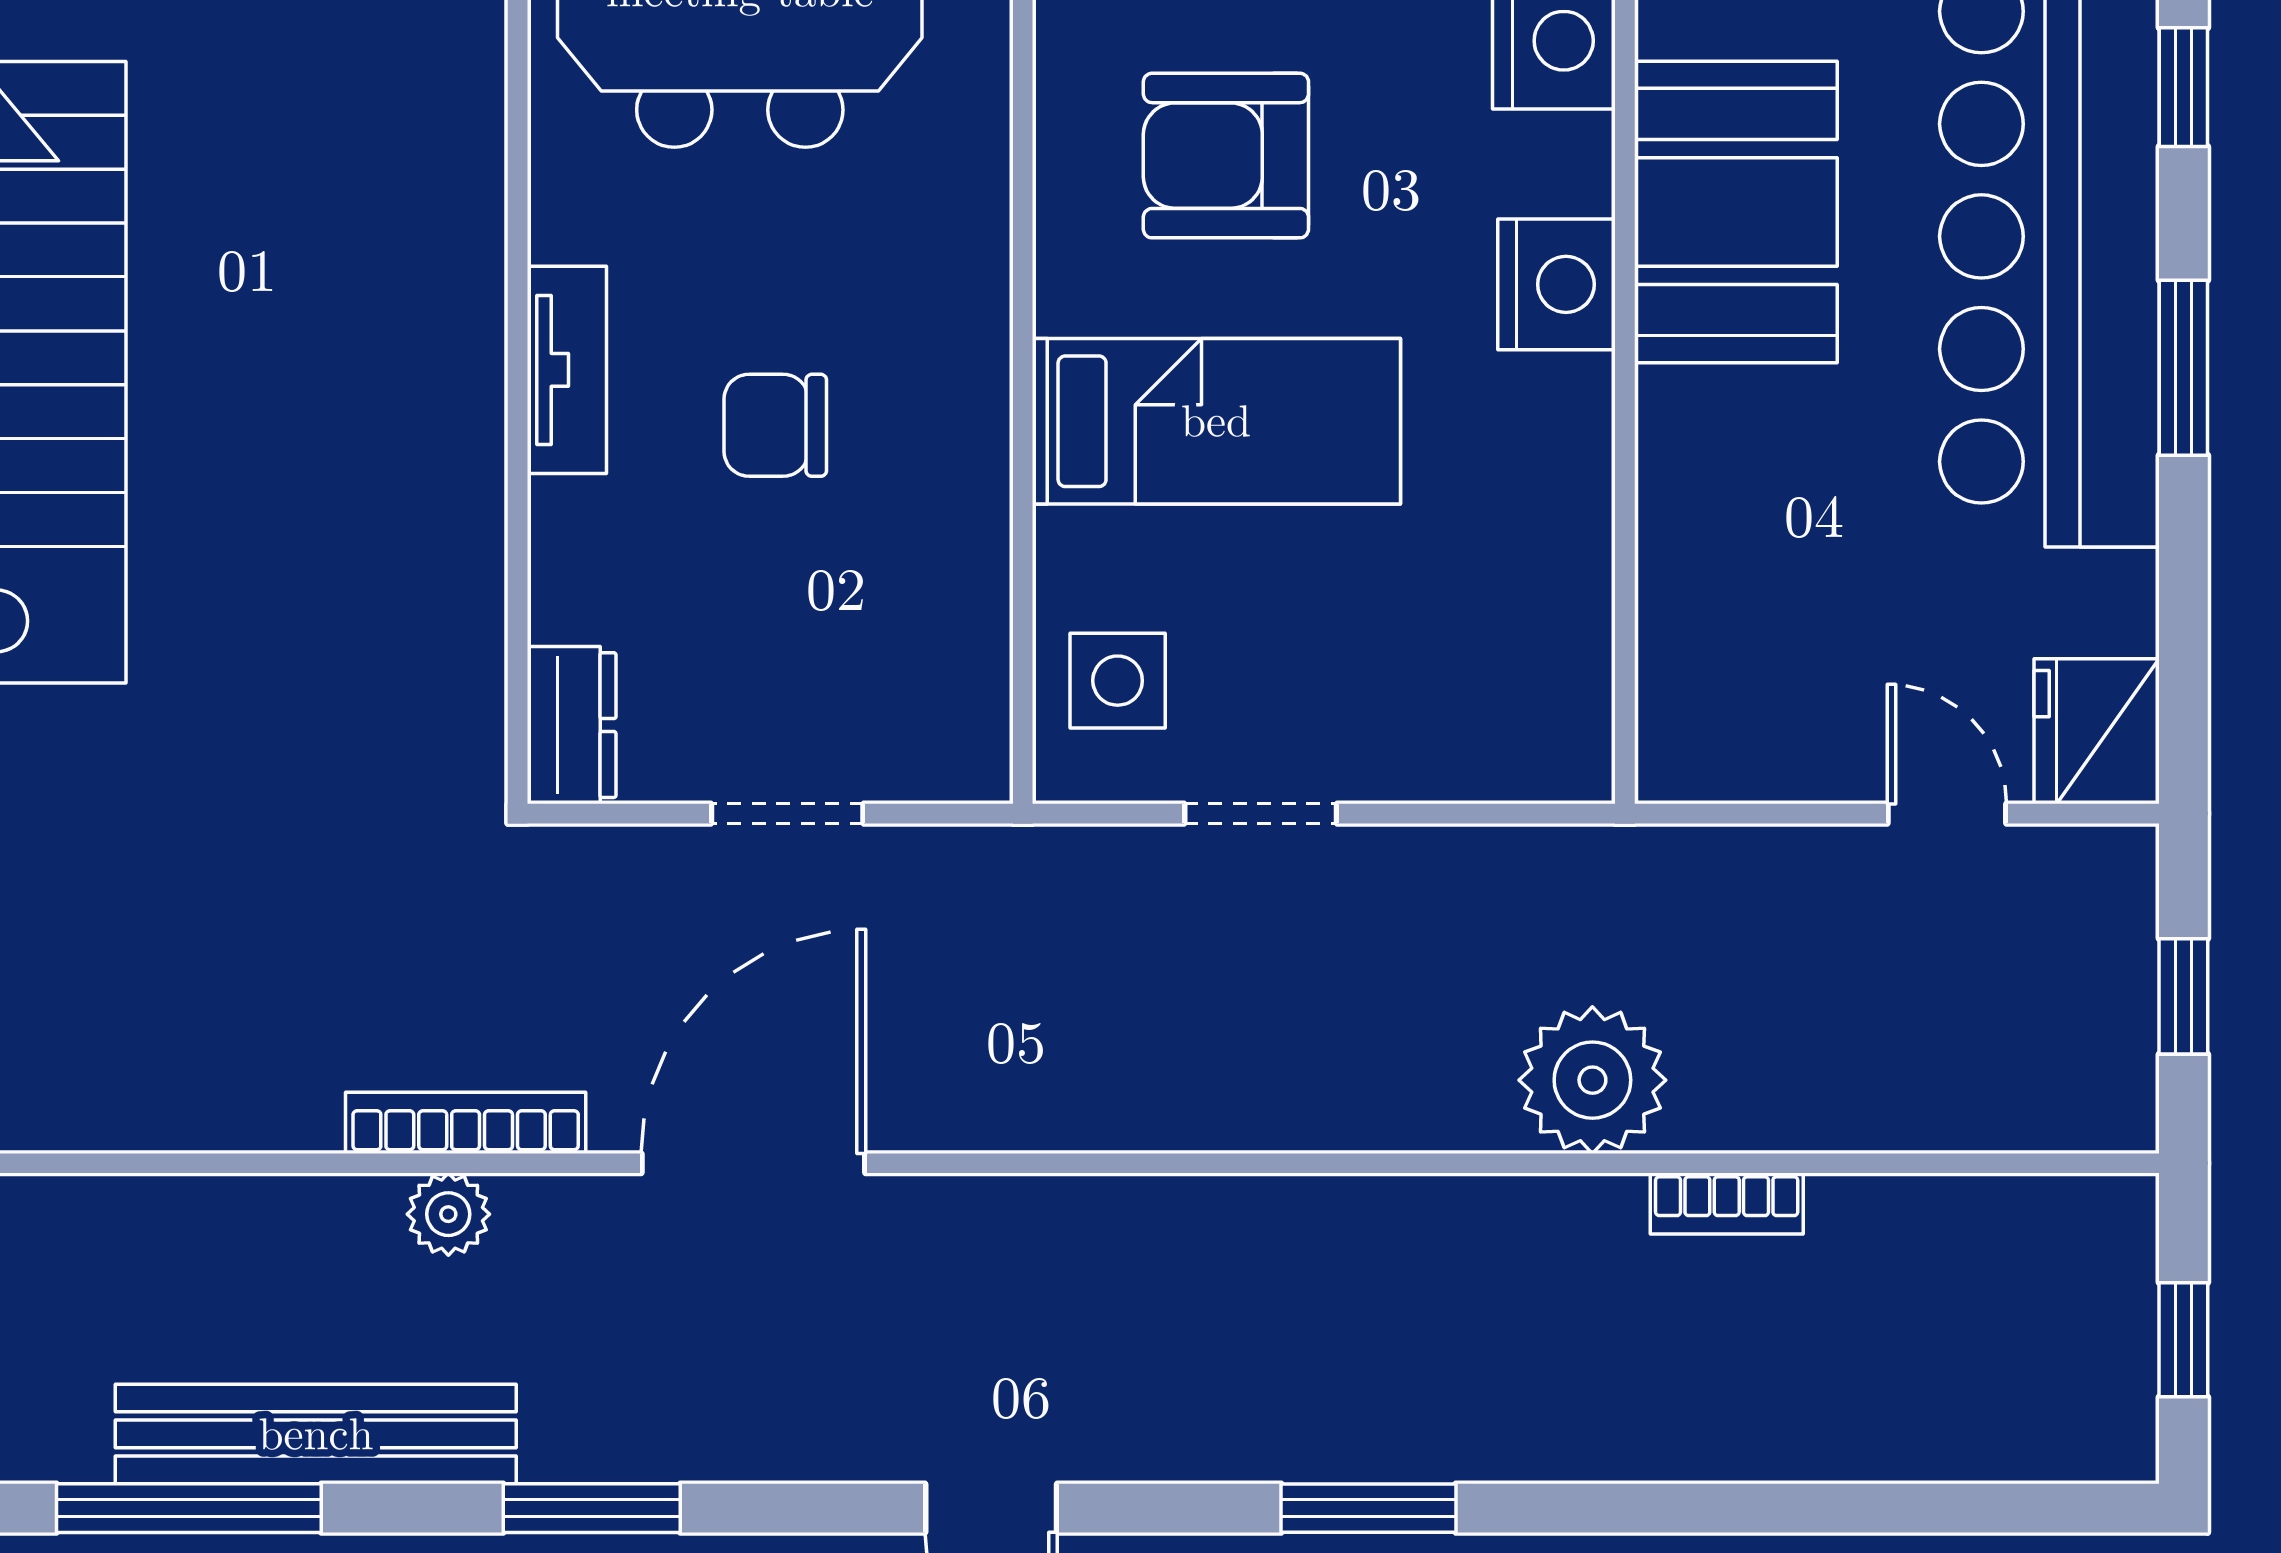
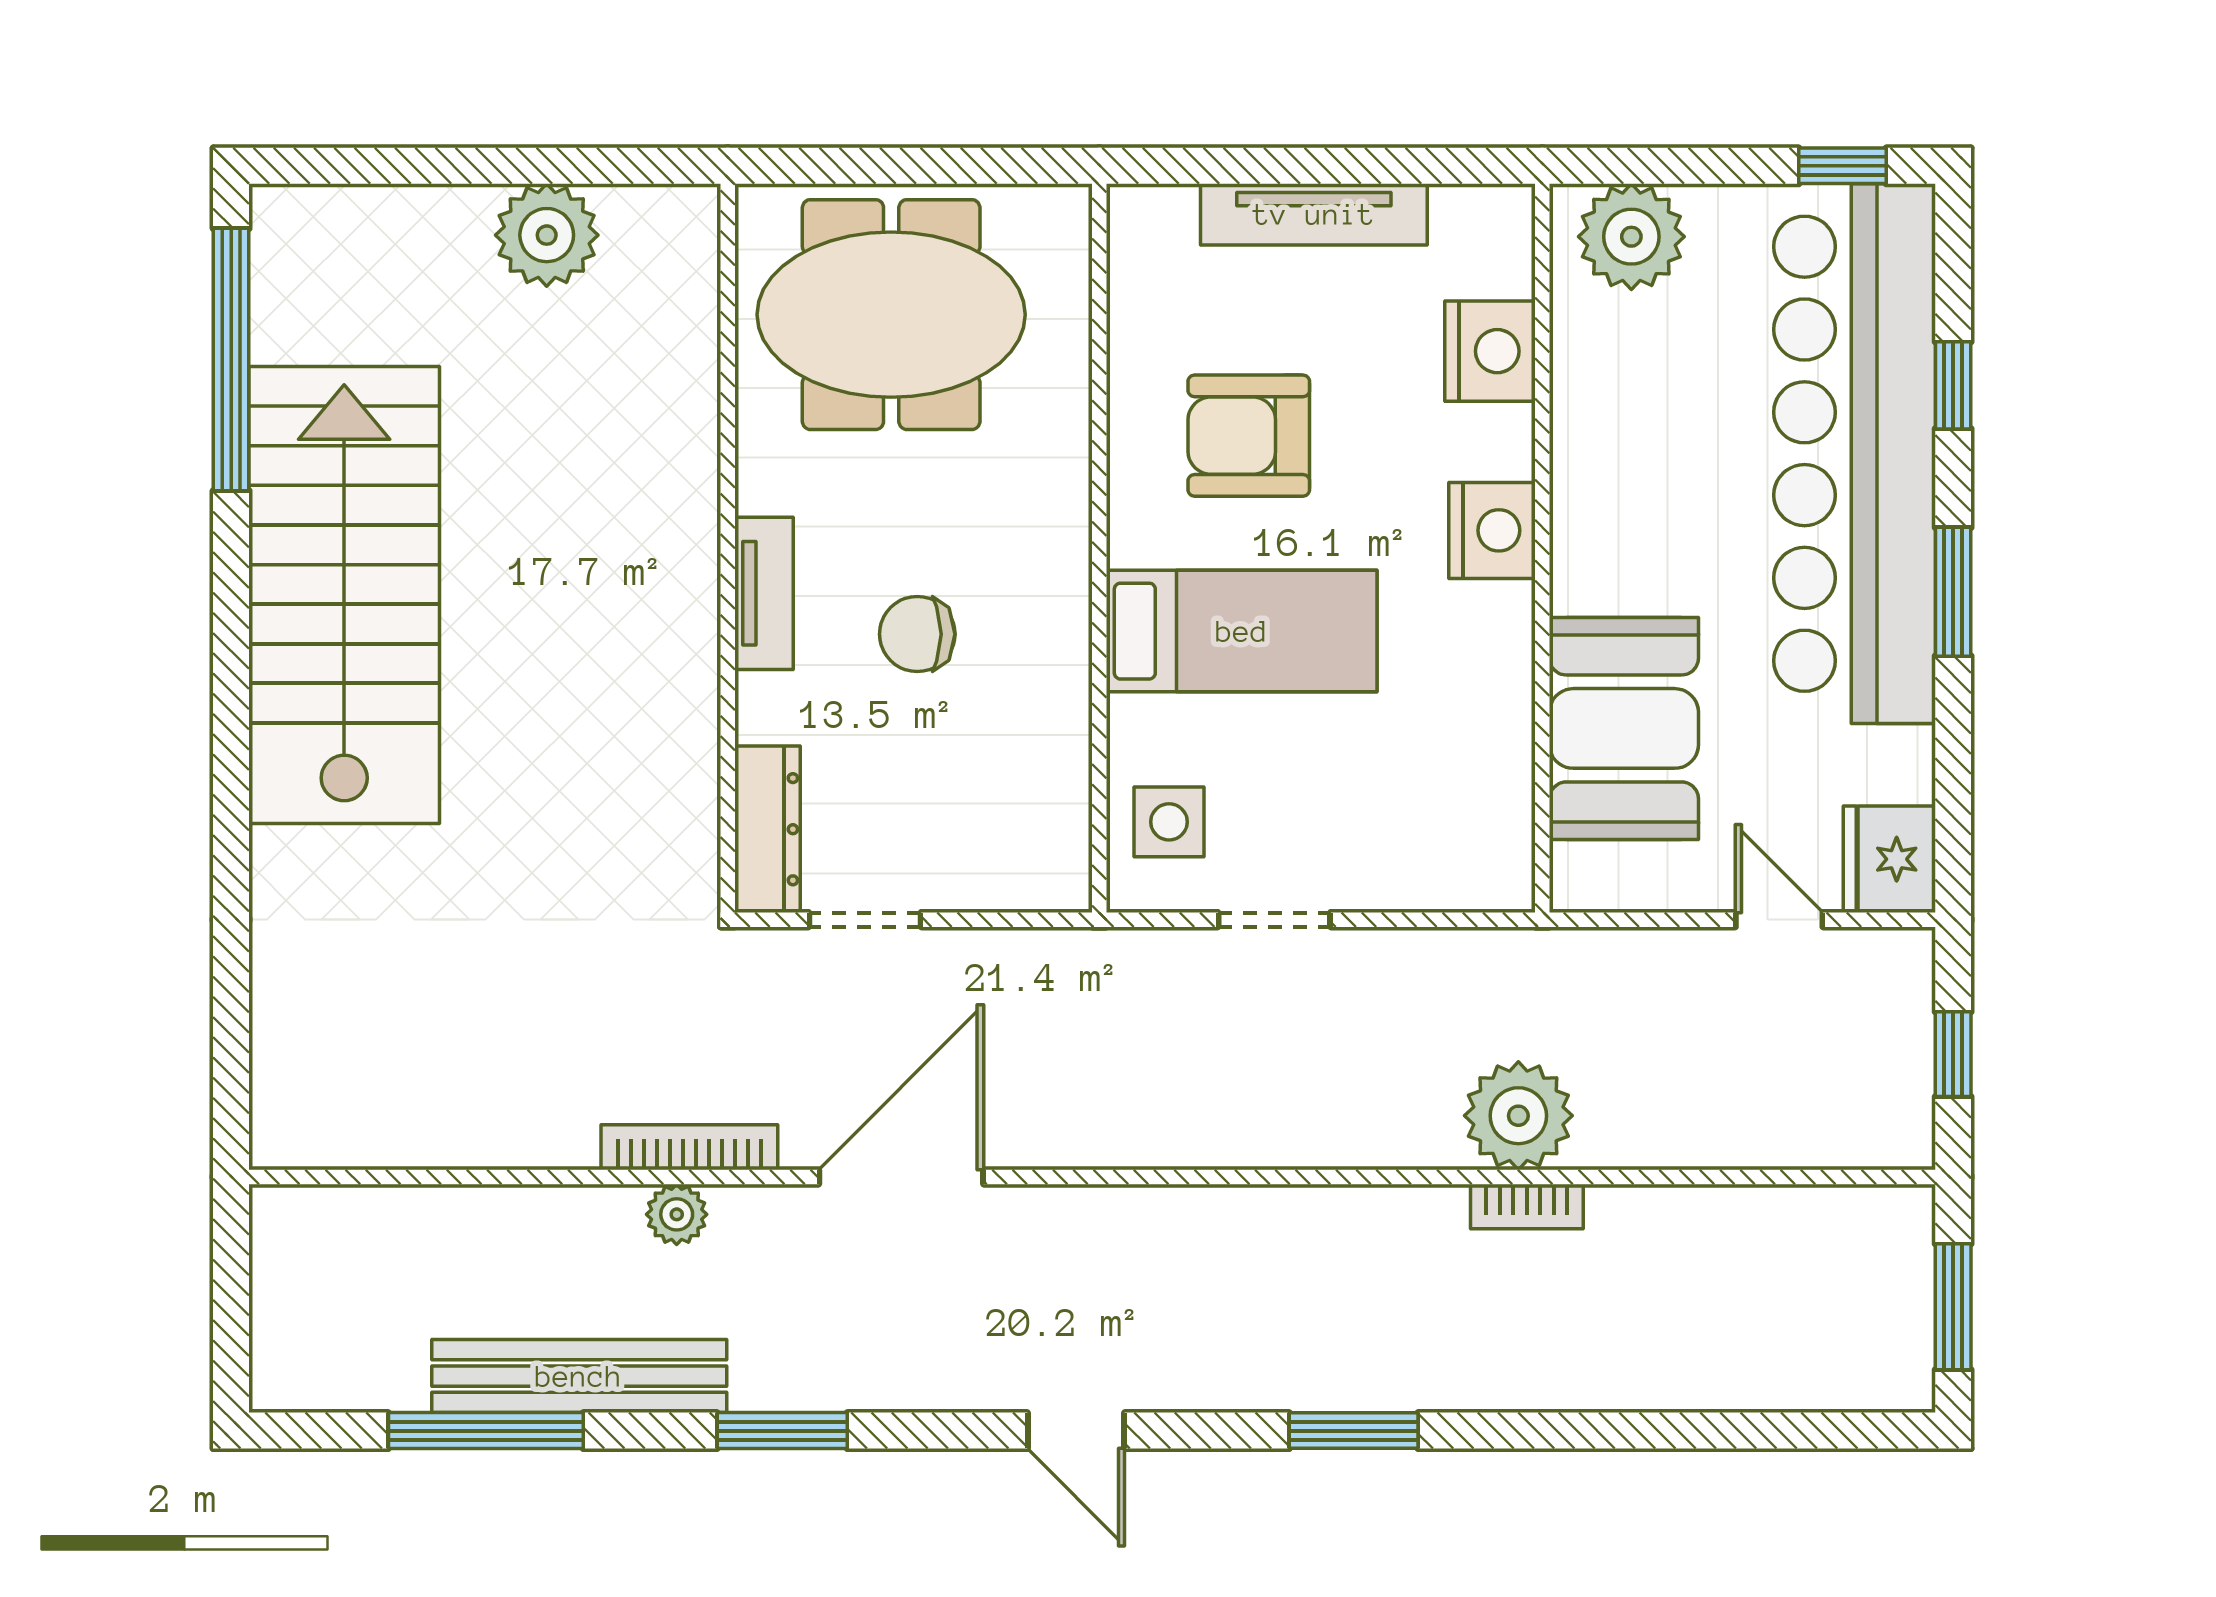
booth: (1736, 212) -> (1624, 728), moved
dresser: (572, 725) -> (767, 829), width x1.44
doorway: (787, 814) -> (865, 920), moved
bookcase: (1727, 1203) -> (1527, 1207), moved
window: (2183, 1340) -> (1953, 1307), width x1.50

